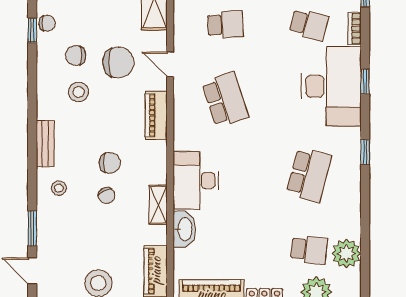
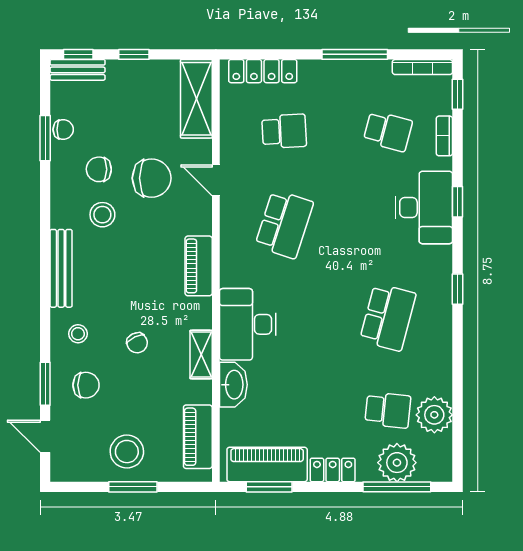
window: (32, 30) -> (45, 138), width x1.50
desk: (331, 86) -> (424, 207), width x0.73, depth x0.77
school desk: (225, 100) -> (284, 224), turned 36
piano: (156, 115) -> (199, 266), moved
bench: (45, 144) -> (61, 268), width x1.36
chair: (110, 163) -> (86, 385), moved

